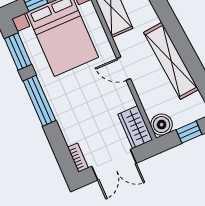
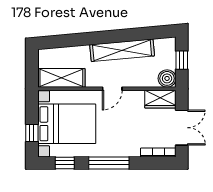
window: (18, 52) -> (65, 163), width x0.67
bookcase: (78, 158) -> (158, 152), width x1.56

